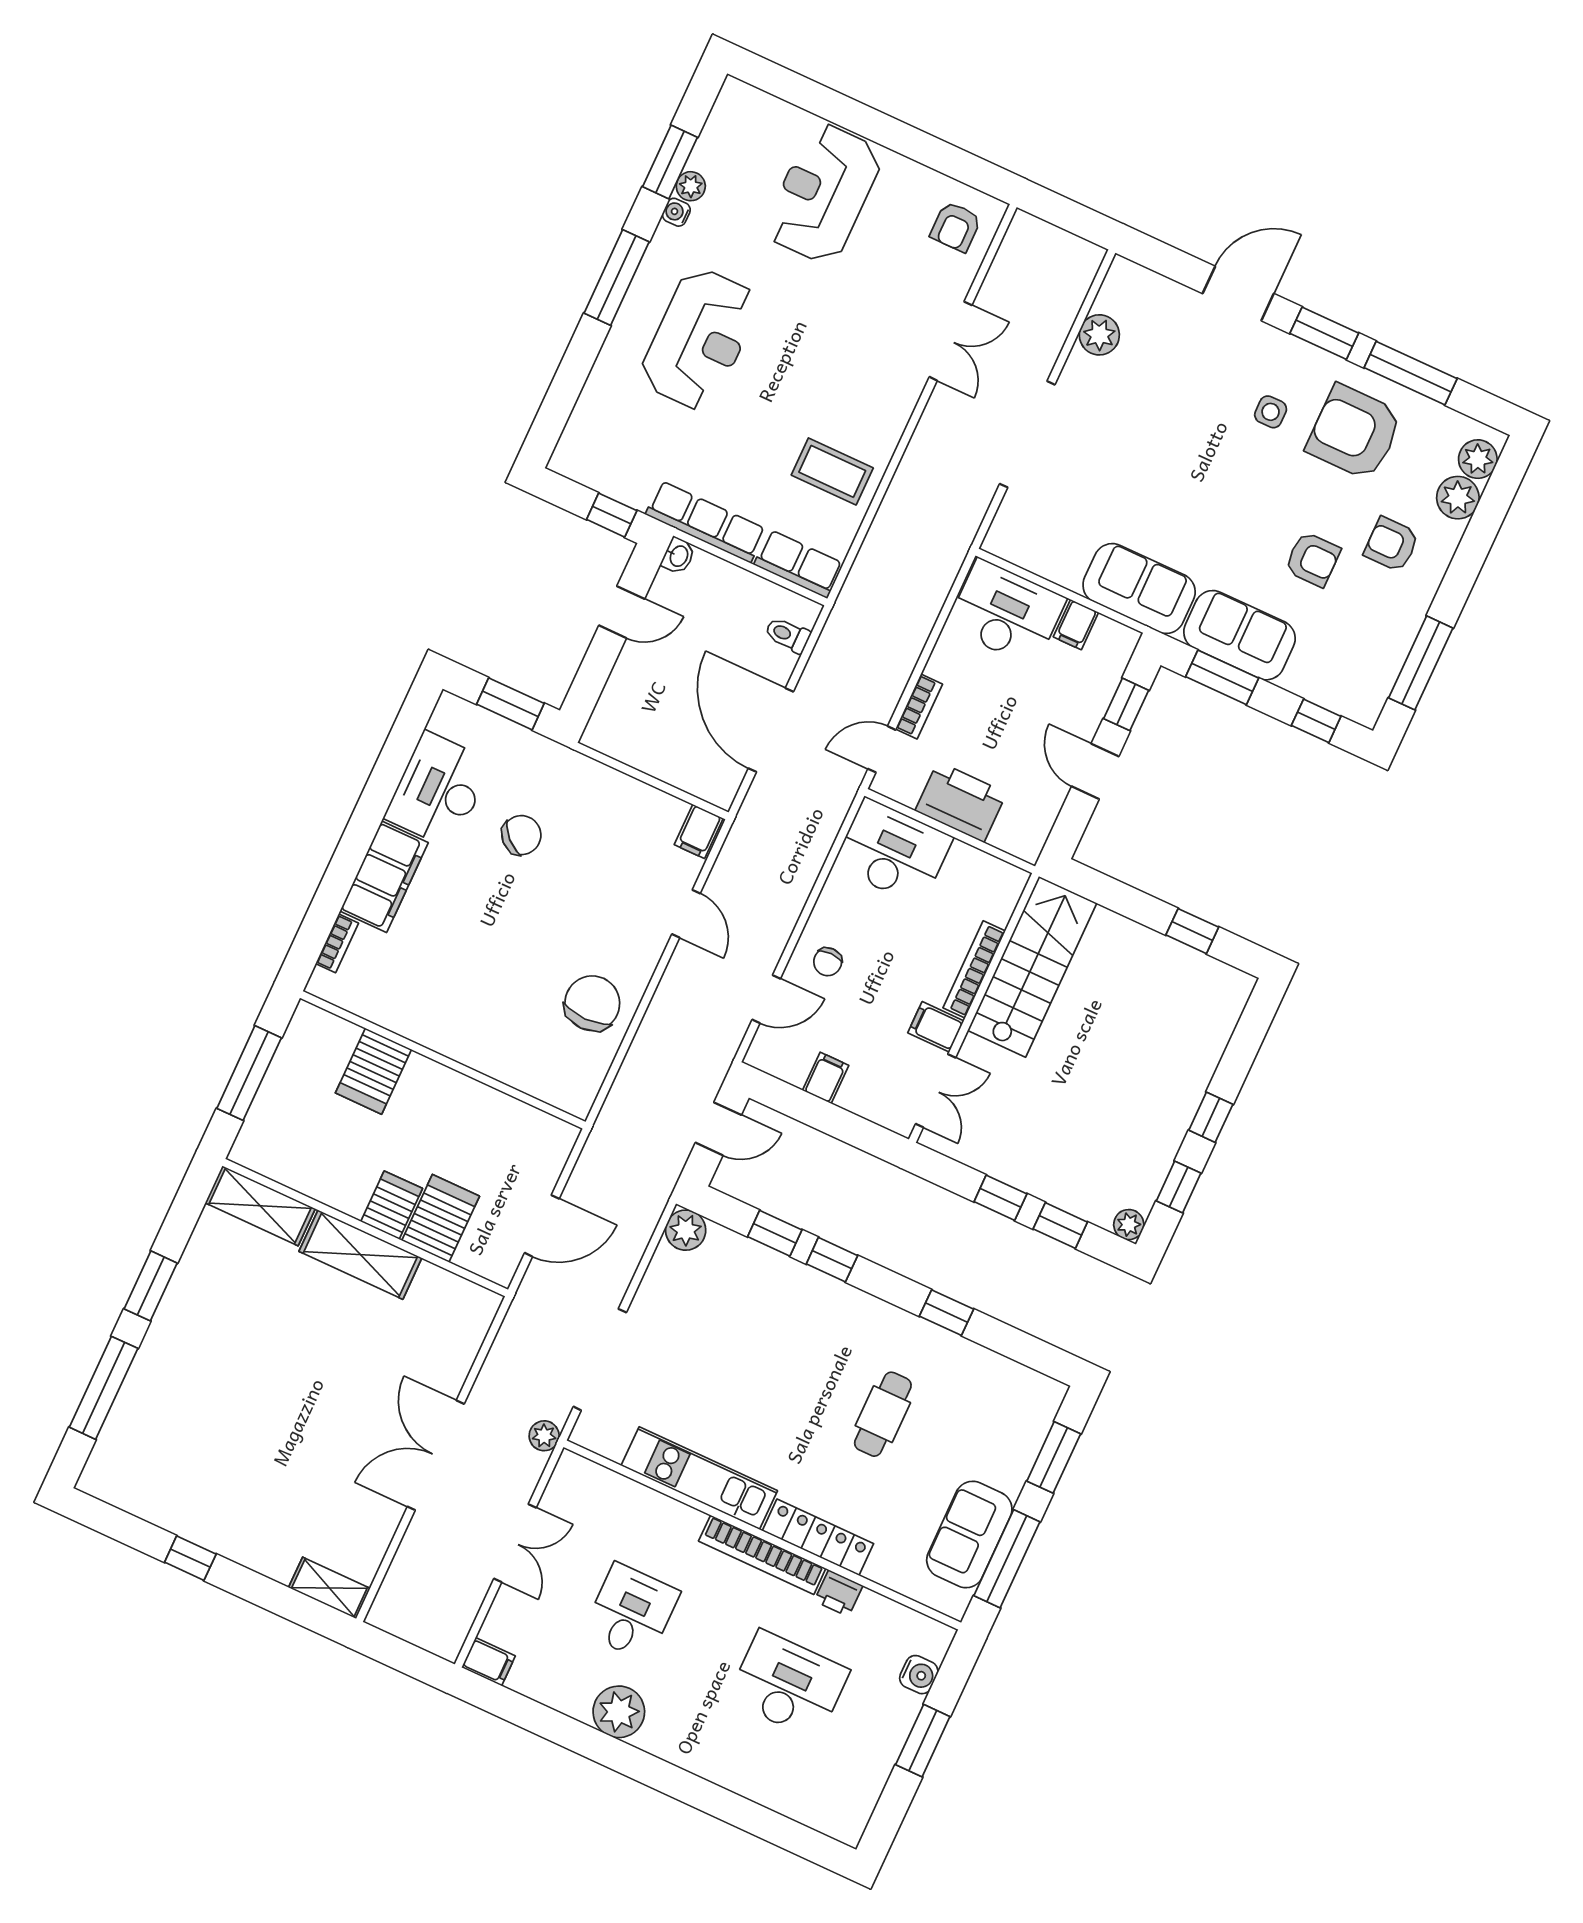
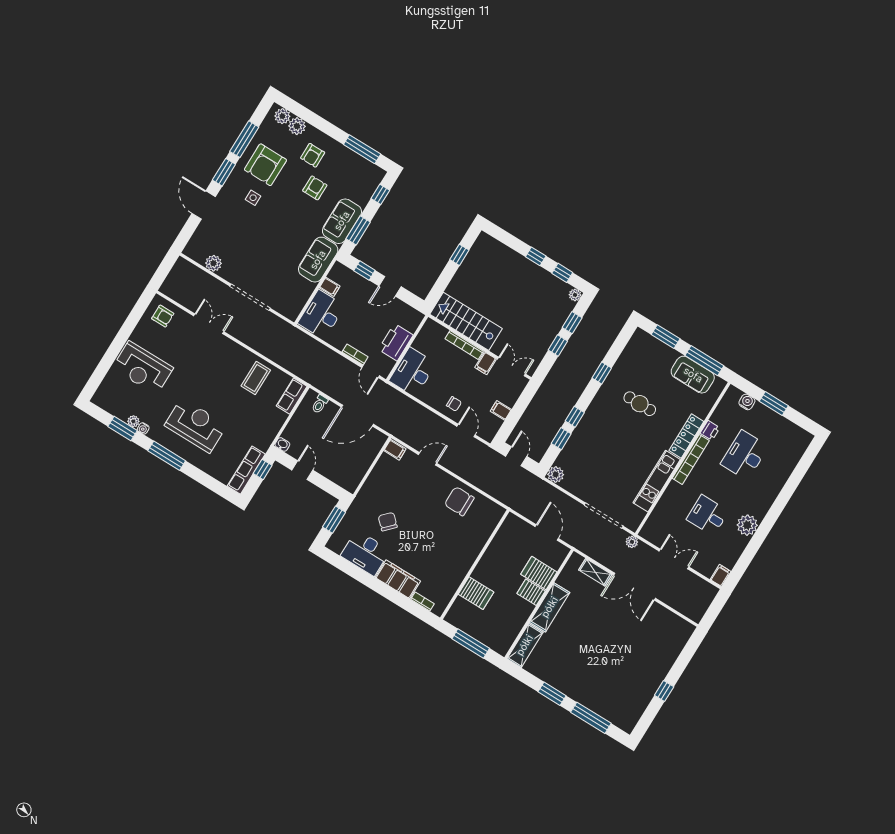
row of seats: (706, 522) -> (246, 470), moved
shelving: (329, 1588) -> (595, 572), moved, turned 90

